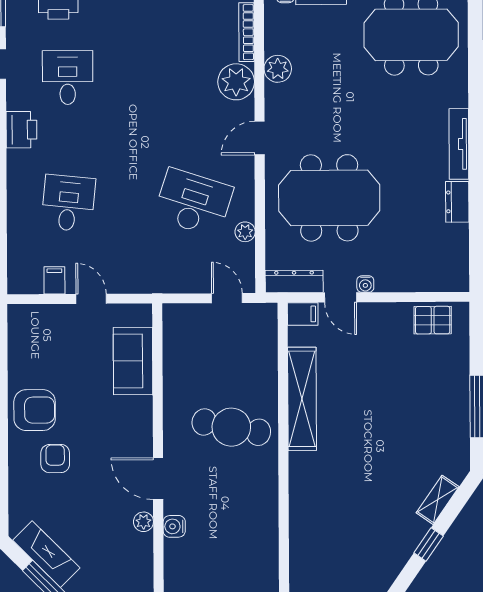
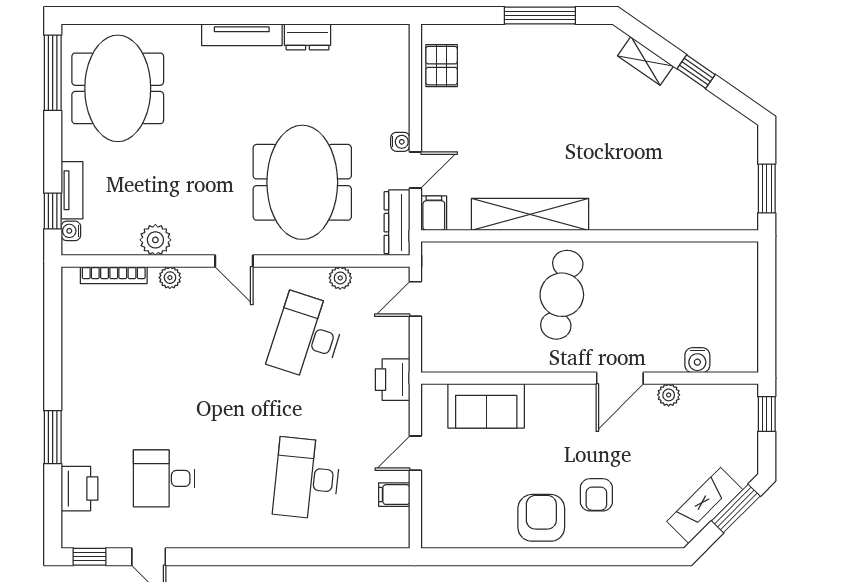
plant: (236, 82) -> (170, 278), width x0.53, depth x0.53
printer: (21, 130) -> (393, 380), moved, turned -90
desk: (68, 203) -> (307, 478), width x1.37
armchair: (55, 459) -> (596, 495), turned -90
water cooler: (174, 526) -> (697, 360), moved

